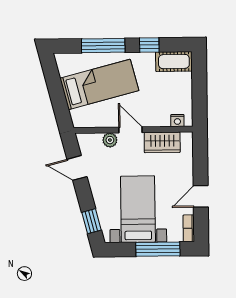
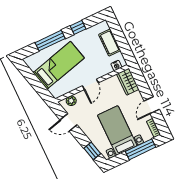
cot: (174, 62) -> (110, 43), moved, turned 90
door: (130, 130) -> (90, 84), swing flipped
plant: (110, 140) -> (71, 101), moved
wardrobe: (162, 142) -> (128, 82), moved, turned 90

